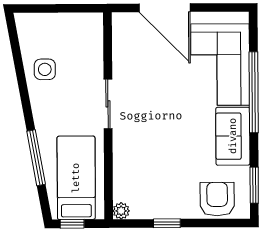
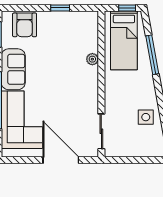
sliding door: (108, 104) -> (101, 131), moved
plant: (121, 211) -> (92, 59), moved

